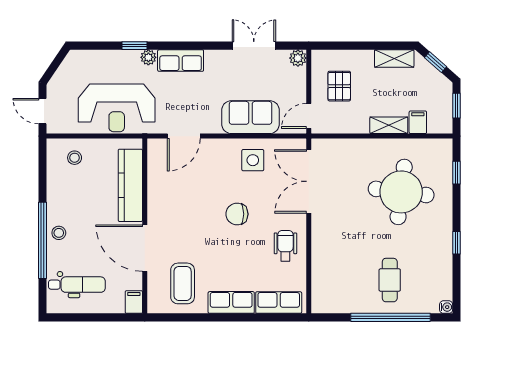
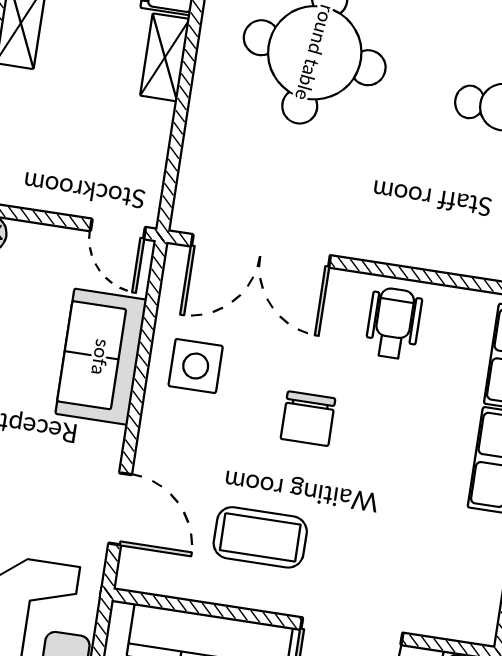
pallet: (339, 86) -> (63, 153), removed
wheelchair: (285, 246) -> (394, 323), turned 90
coffee table: (183, 283) -> (260, 537), moved

